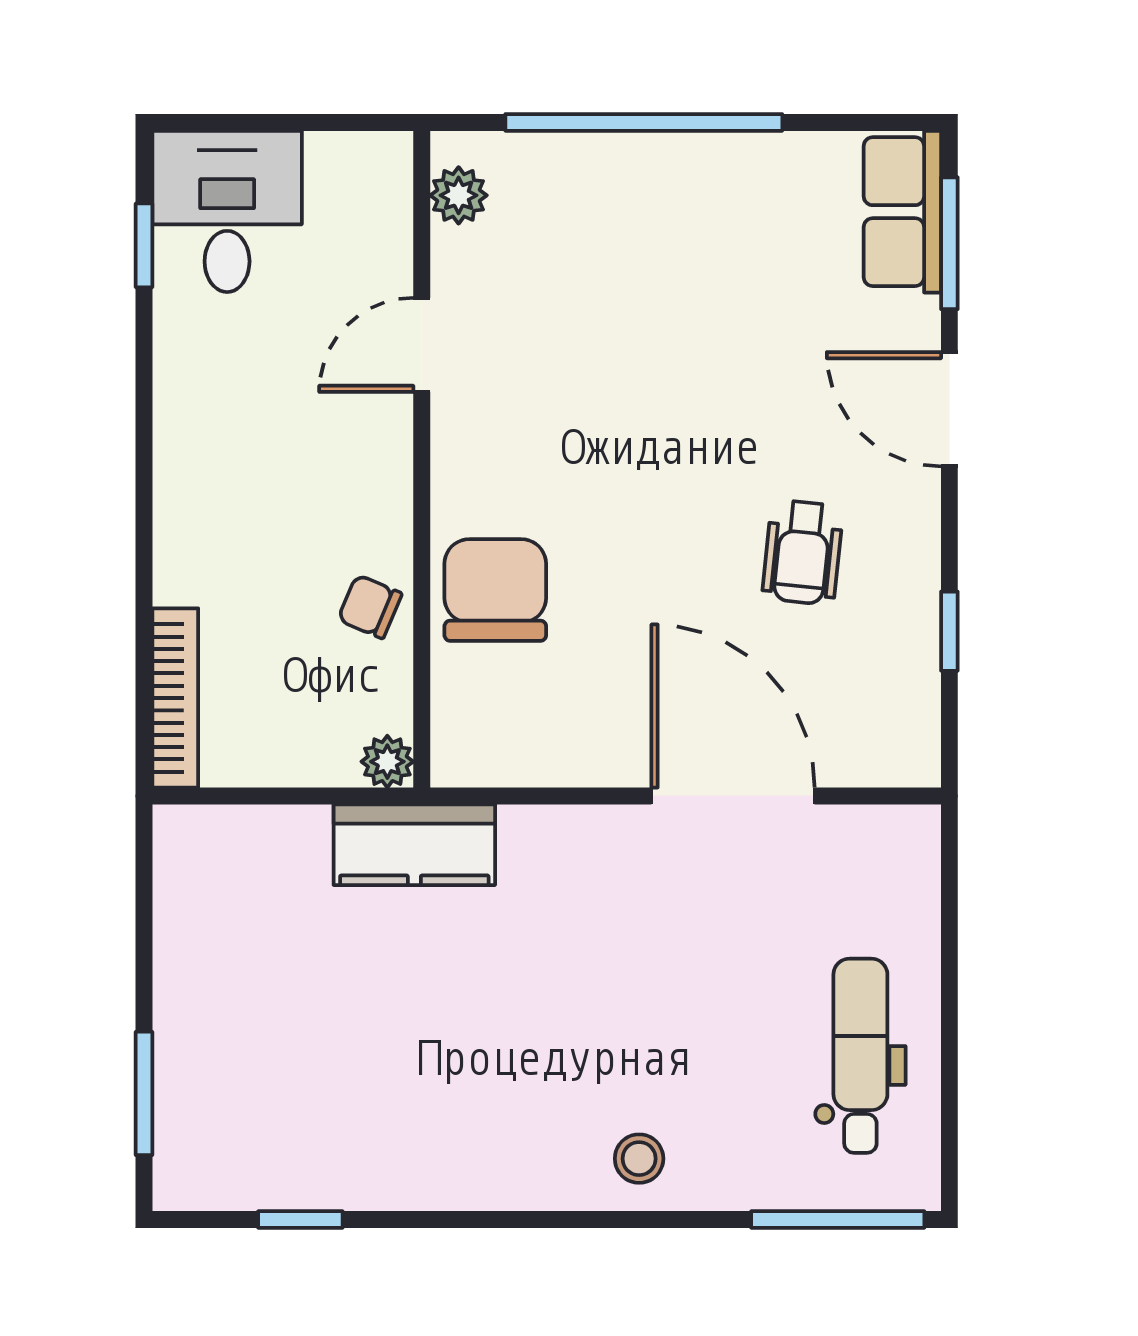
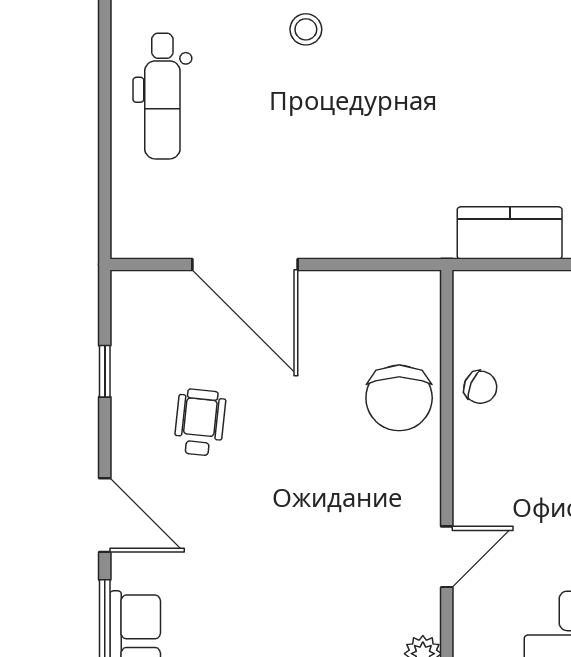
plant: (387, 762) -> (469, 287), removed
kitchen counter: (414, 845) -> (510, 233), moved

